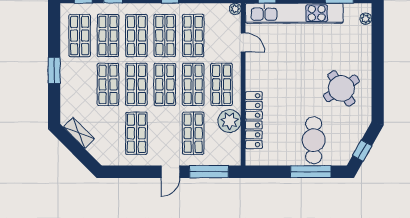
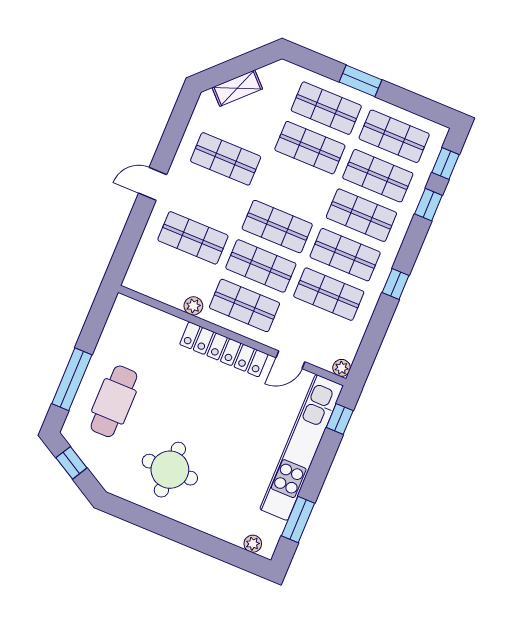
shop shelf: (136, 84) -> (326, 108), moved
round table: (341, 88) -> (170, 470), turned 33
locker: (254, 120) -> (224, 349), moved
plant: (229, 121) -> (193, 306), width x0.53, depth x0.53
shelving: (79, 133) -> (237, 88), moved
cafe table: (314, 140) -> (114, 401), turned 90
door: (170, 172) -> (153, 184), hinge flipped
window: (209, 172) -> (130, 238), removed

